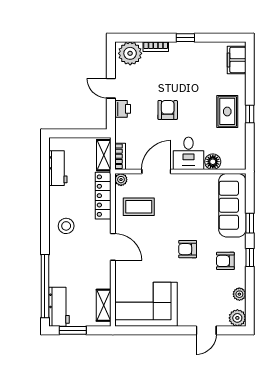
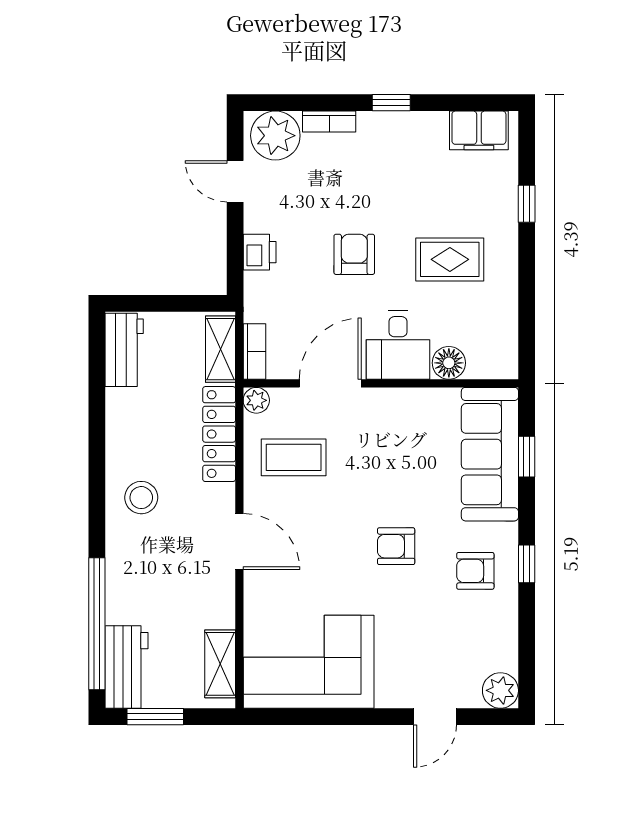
filing cabinet: (237, 60) -> (479, 130), moved, turned -90
door: (111, 88) -> (235, 181), moved
rug: (227, 111) -> (450, 259), moved, turned 90
window: (250, 114) -> (527, 204), moved
workbench: (58, 168) -> (124, 350), moved
window: (250, 223) -> (527, 457), moved
plant: (239, 294) -> (505, 641), removed

